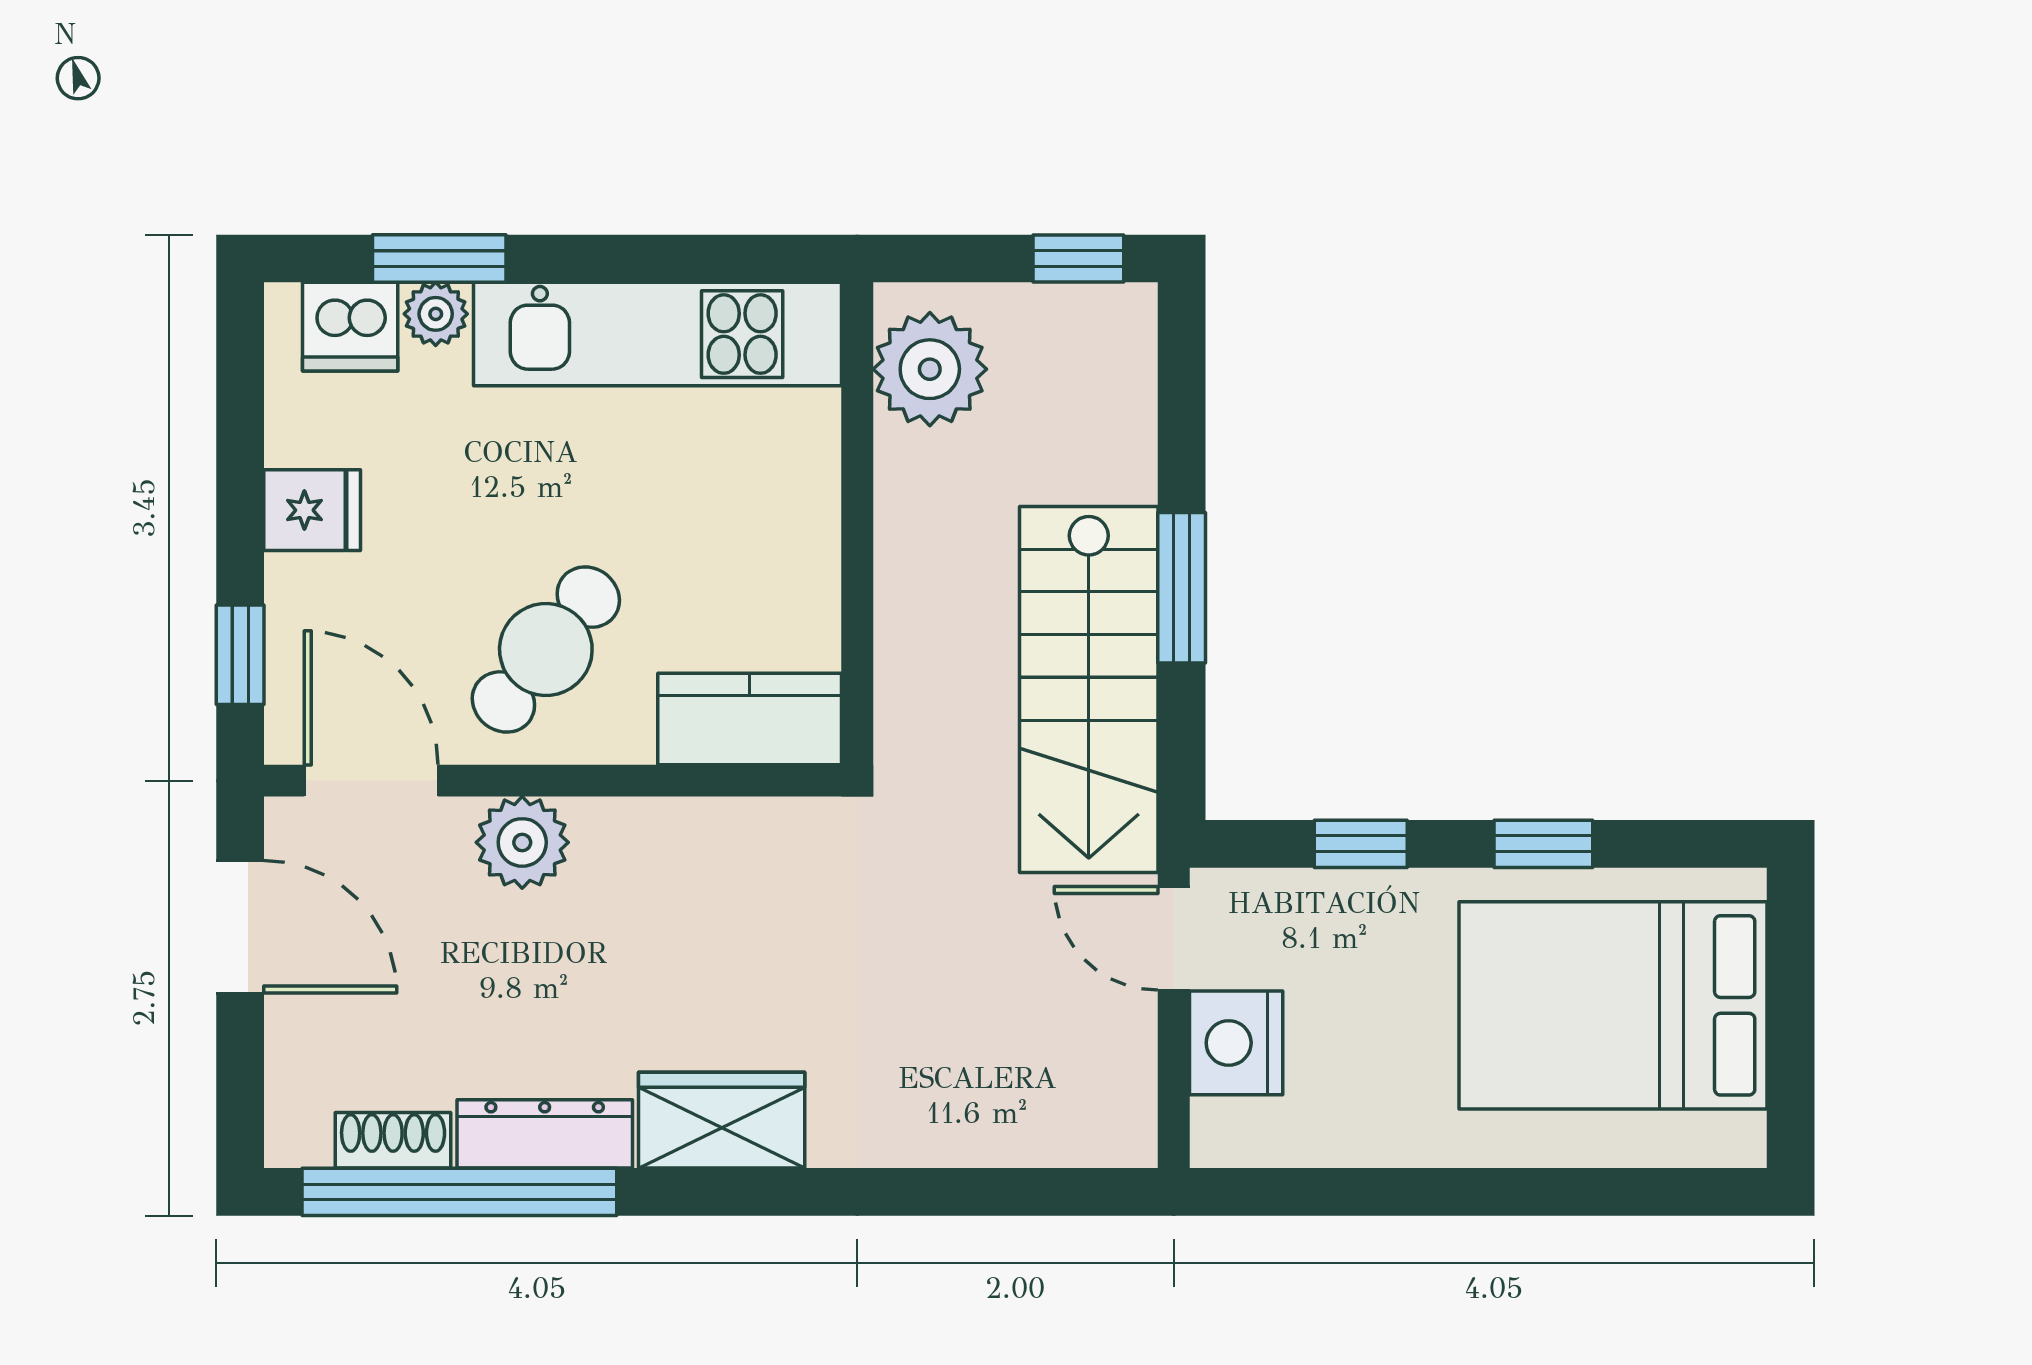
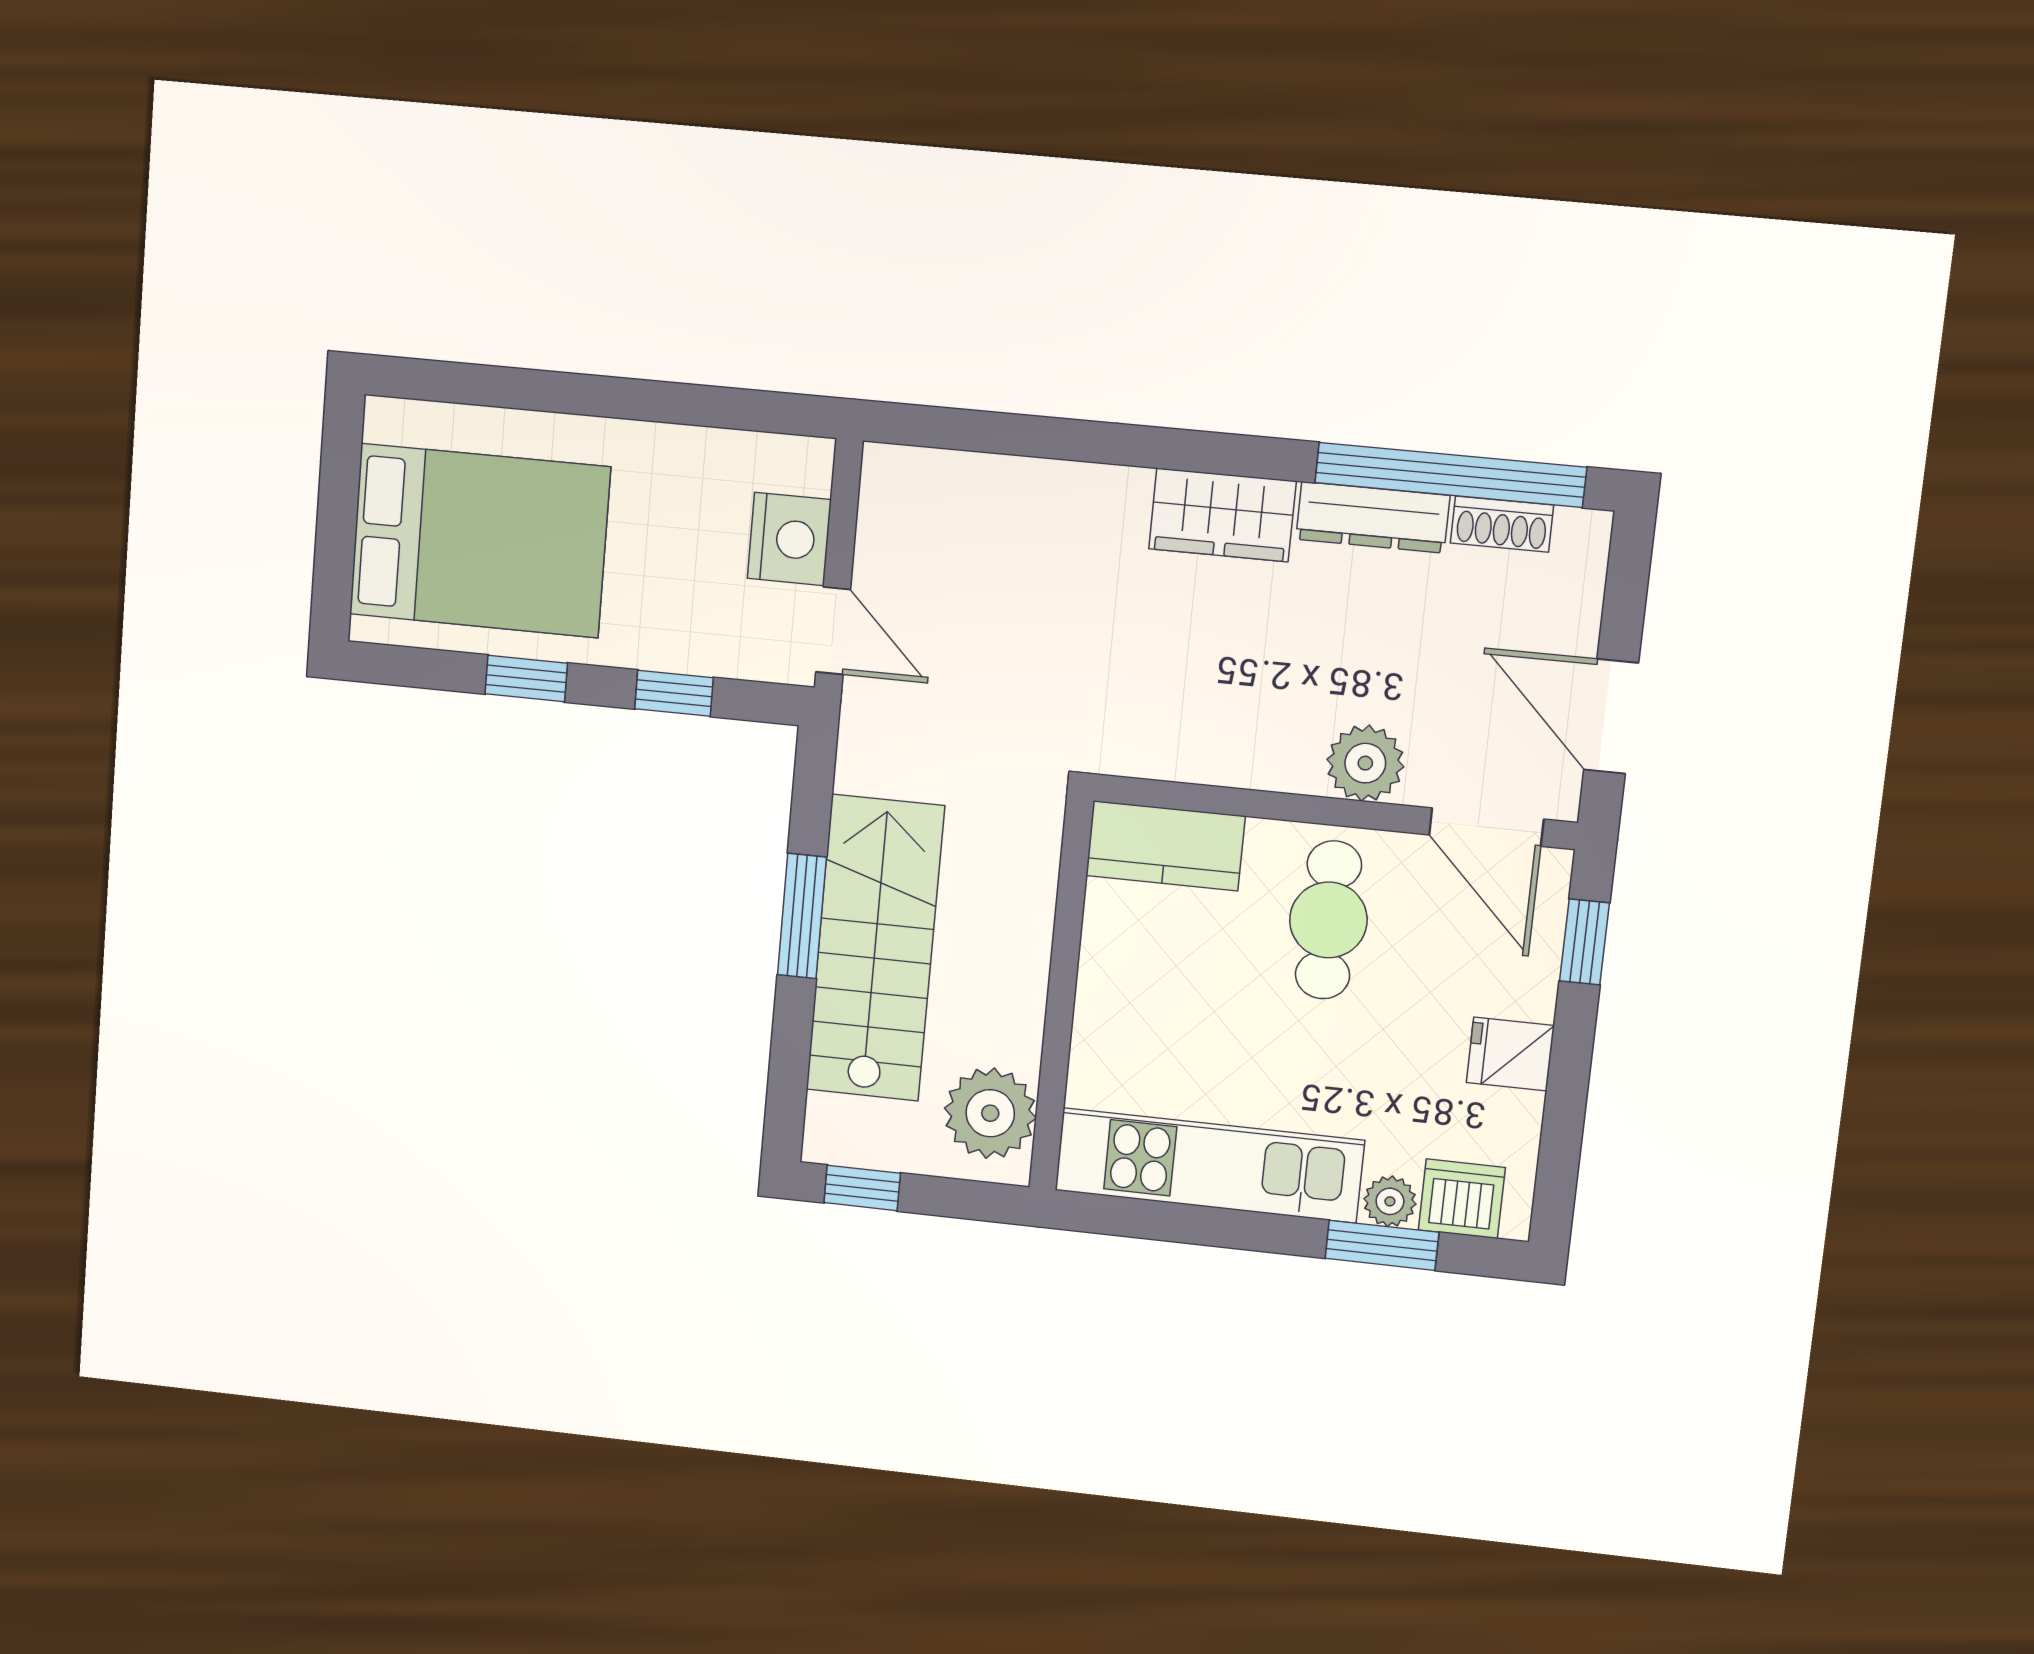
cafe table: (546, 650) -> (1328, 920), turned -39
stairs: (1089, 690) -> (875, 948), moved

